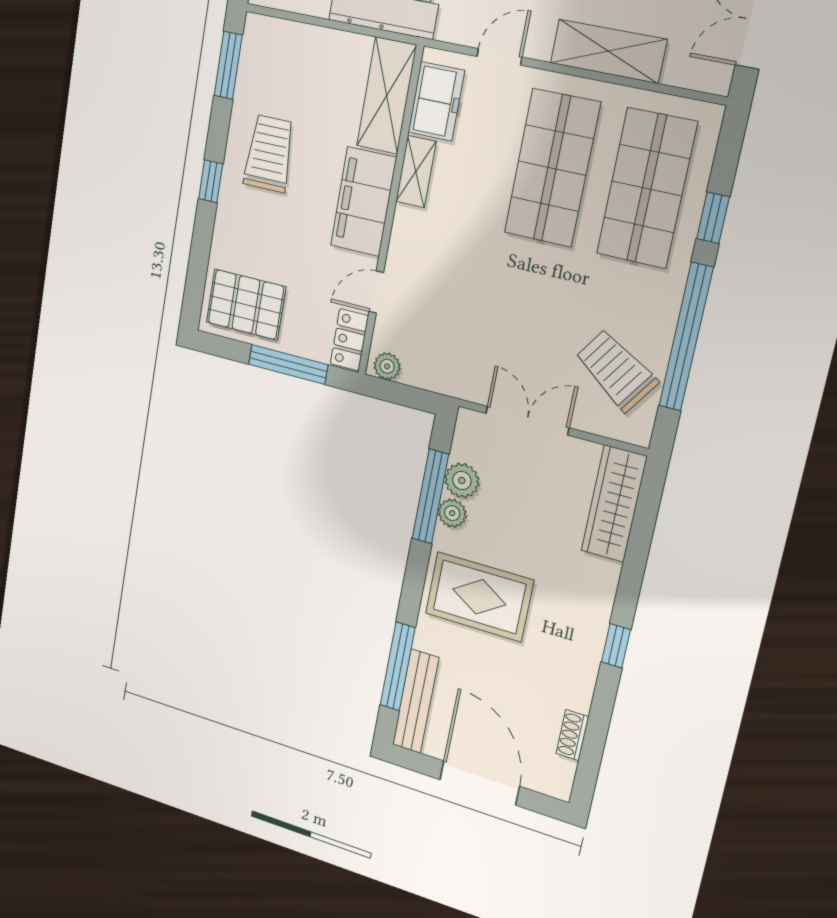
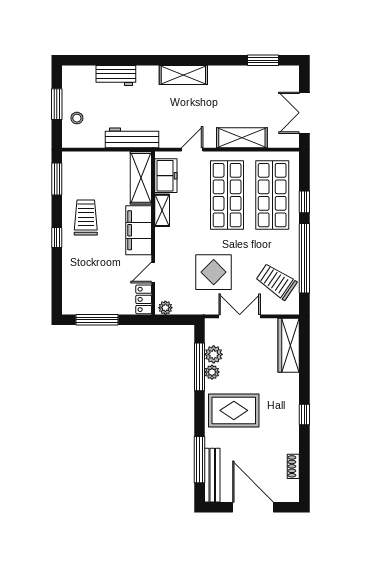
pallet: (246, 305) -> (86, 295), removed
display table: (493, 320) -> (214, 272), added
window: (288, 364) -> (97, 320), moved

